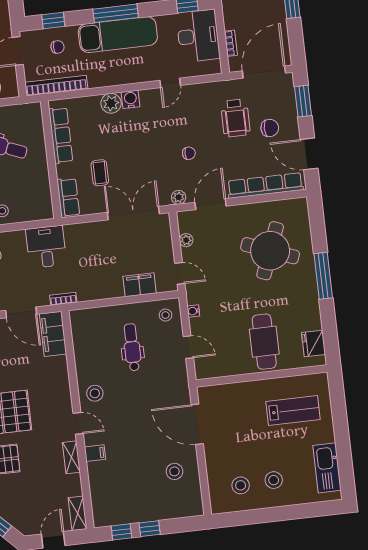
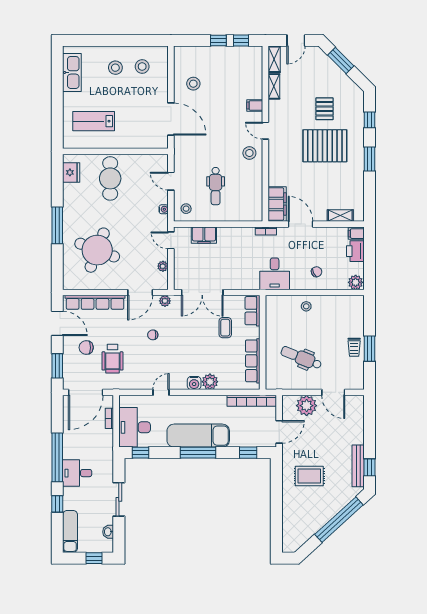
chair: (58, 47) -> (247, 431), removed
wheelchair: (235, 118) -> (112, 359), turned 180
shelving: (71, 457) -> (274, 86), moved

